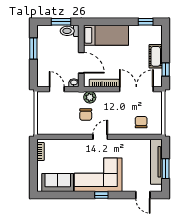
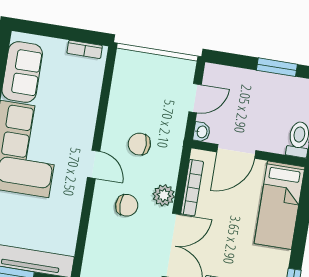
plant: (90, 97) -> (164, 195), moved
chair: (141, 122) -> (127, 205), moved

